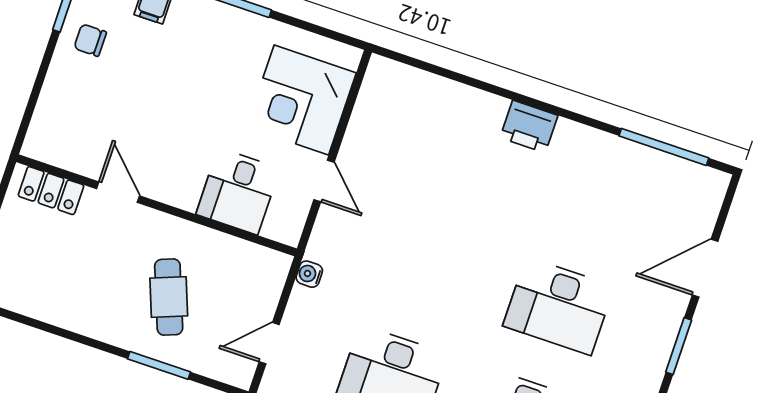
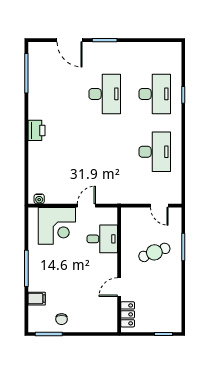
water cooler: (309, 274) -> (39, 199), moved

